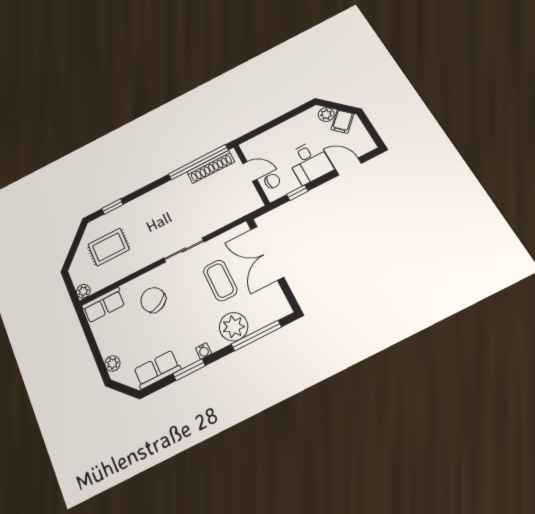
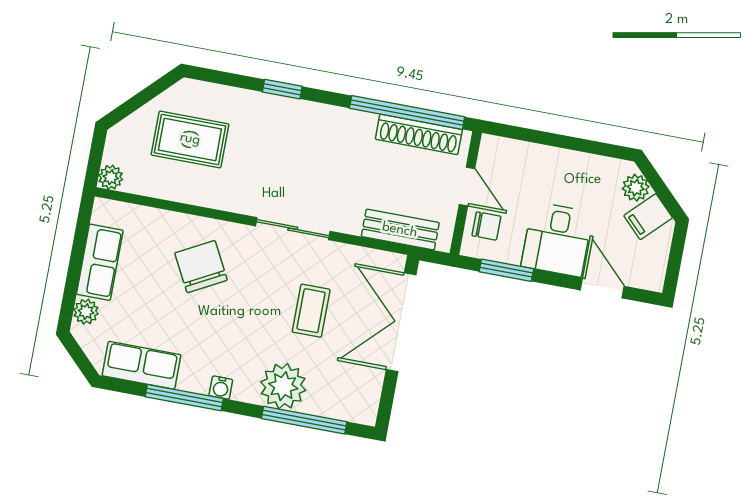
window: (297, 193) -> (506, 270), width x1.50
window: (112, 207) -> (282, 89), moved
bench: (234, 213) -> (400, 230), added
coffee table: (220, 281) -> (311, 311), width x0.73, depth x0.77
row of seats: (103, 305) -> (100, 262), moved, turned -90
window: (189, 370) -> (184, 398), width x1.44

